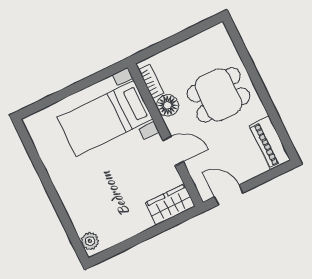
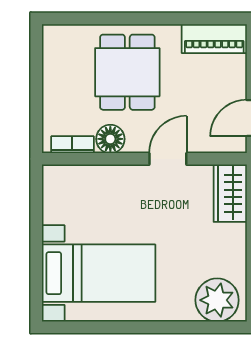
bed with nightstands: (105, 118) -> (99, 273), moved, turned -90
plant: (90, 241) -> (217, 300), width x1.87, depth x1.87

